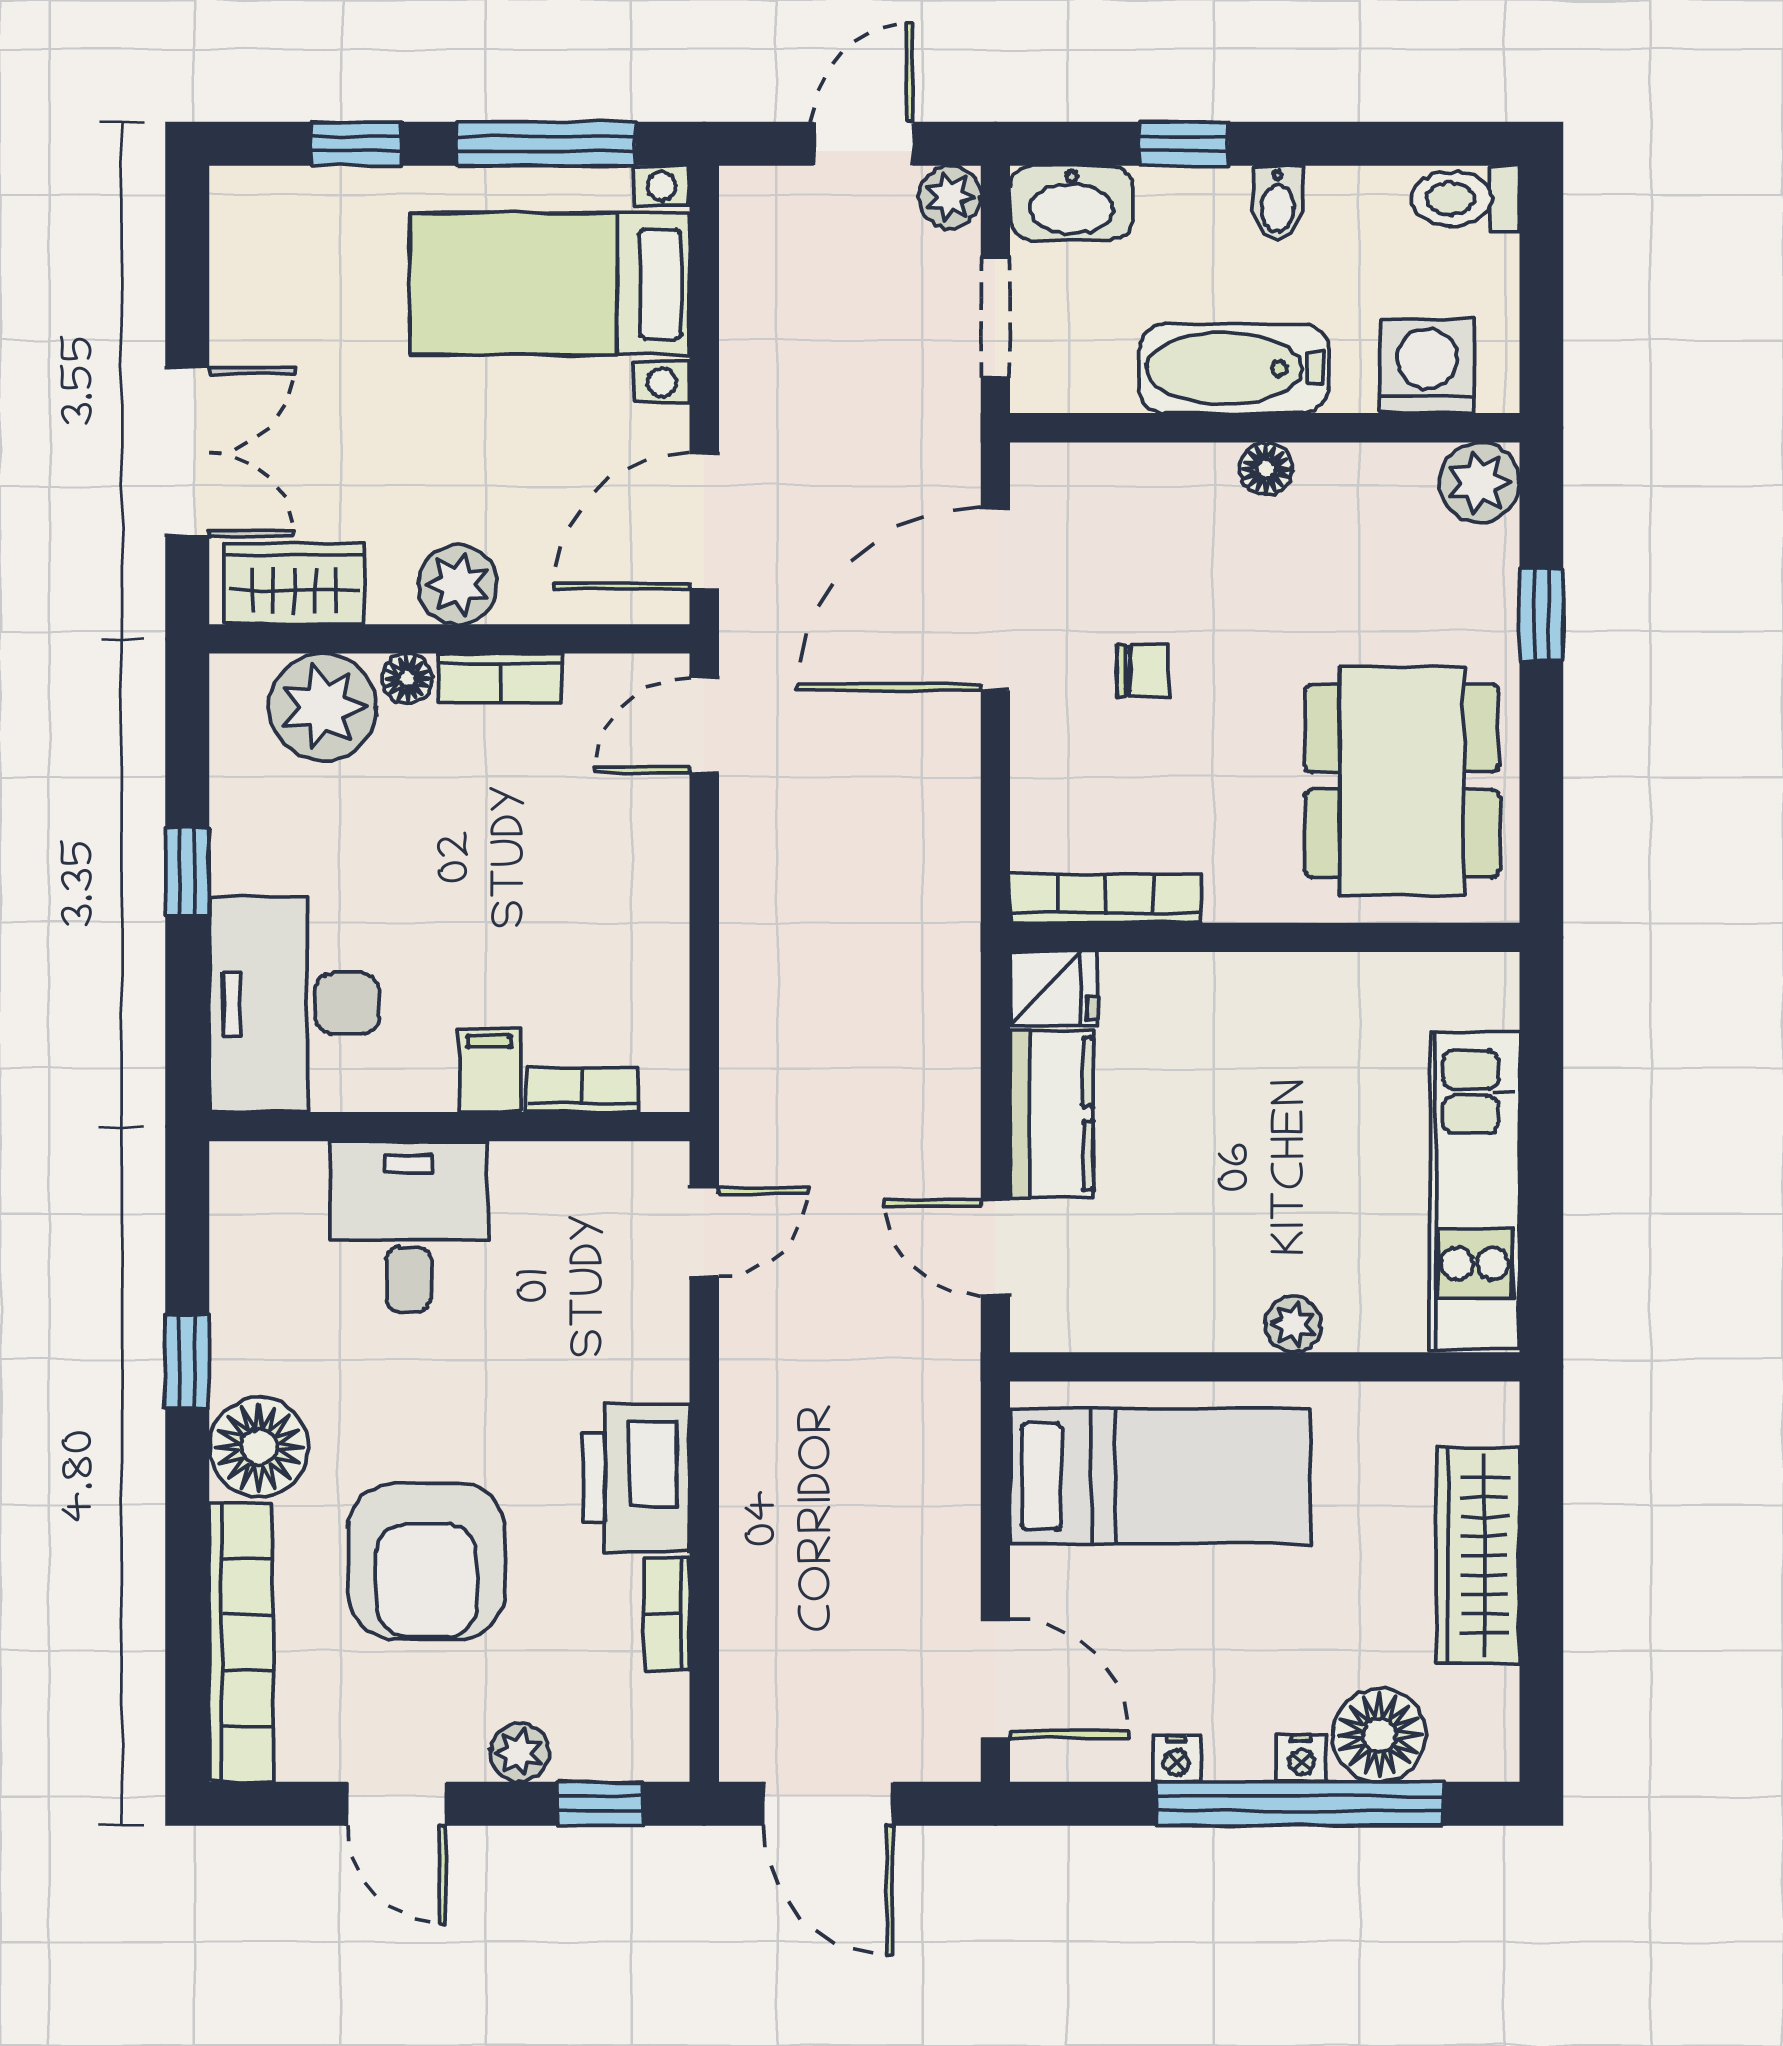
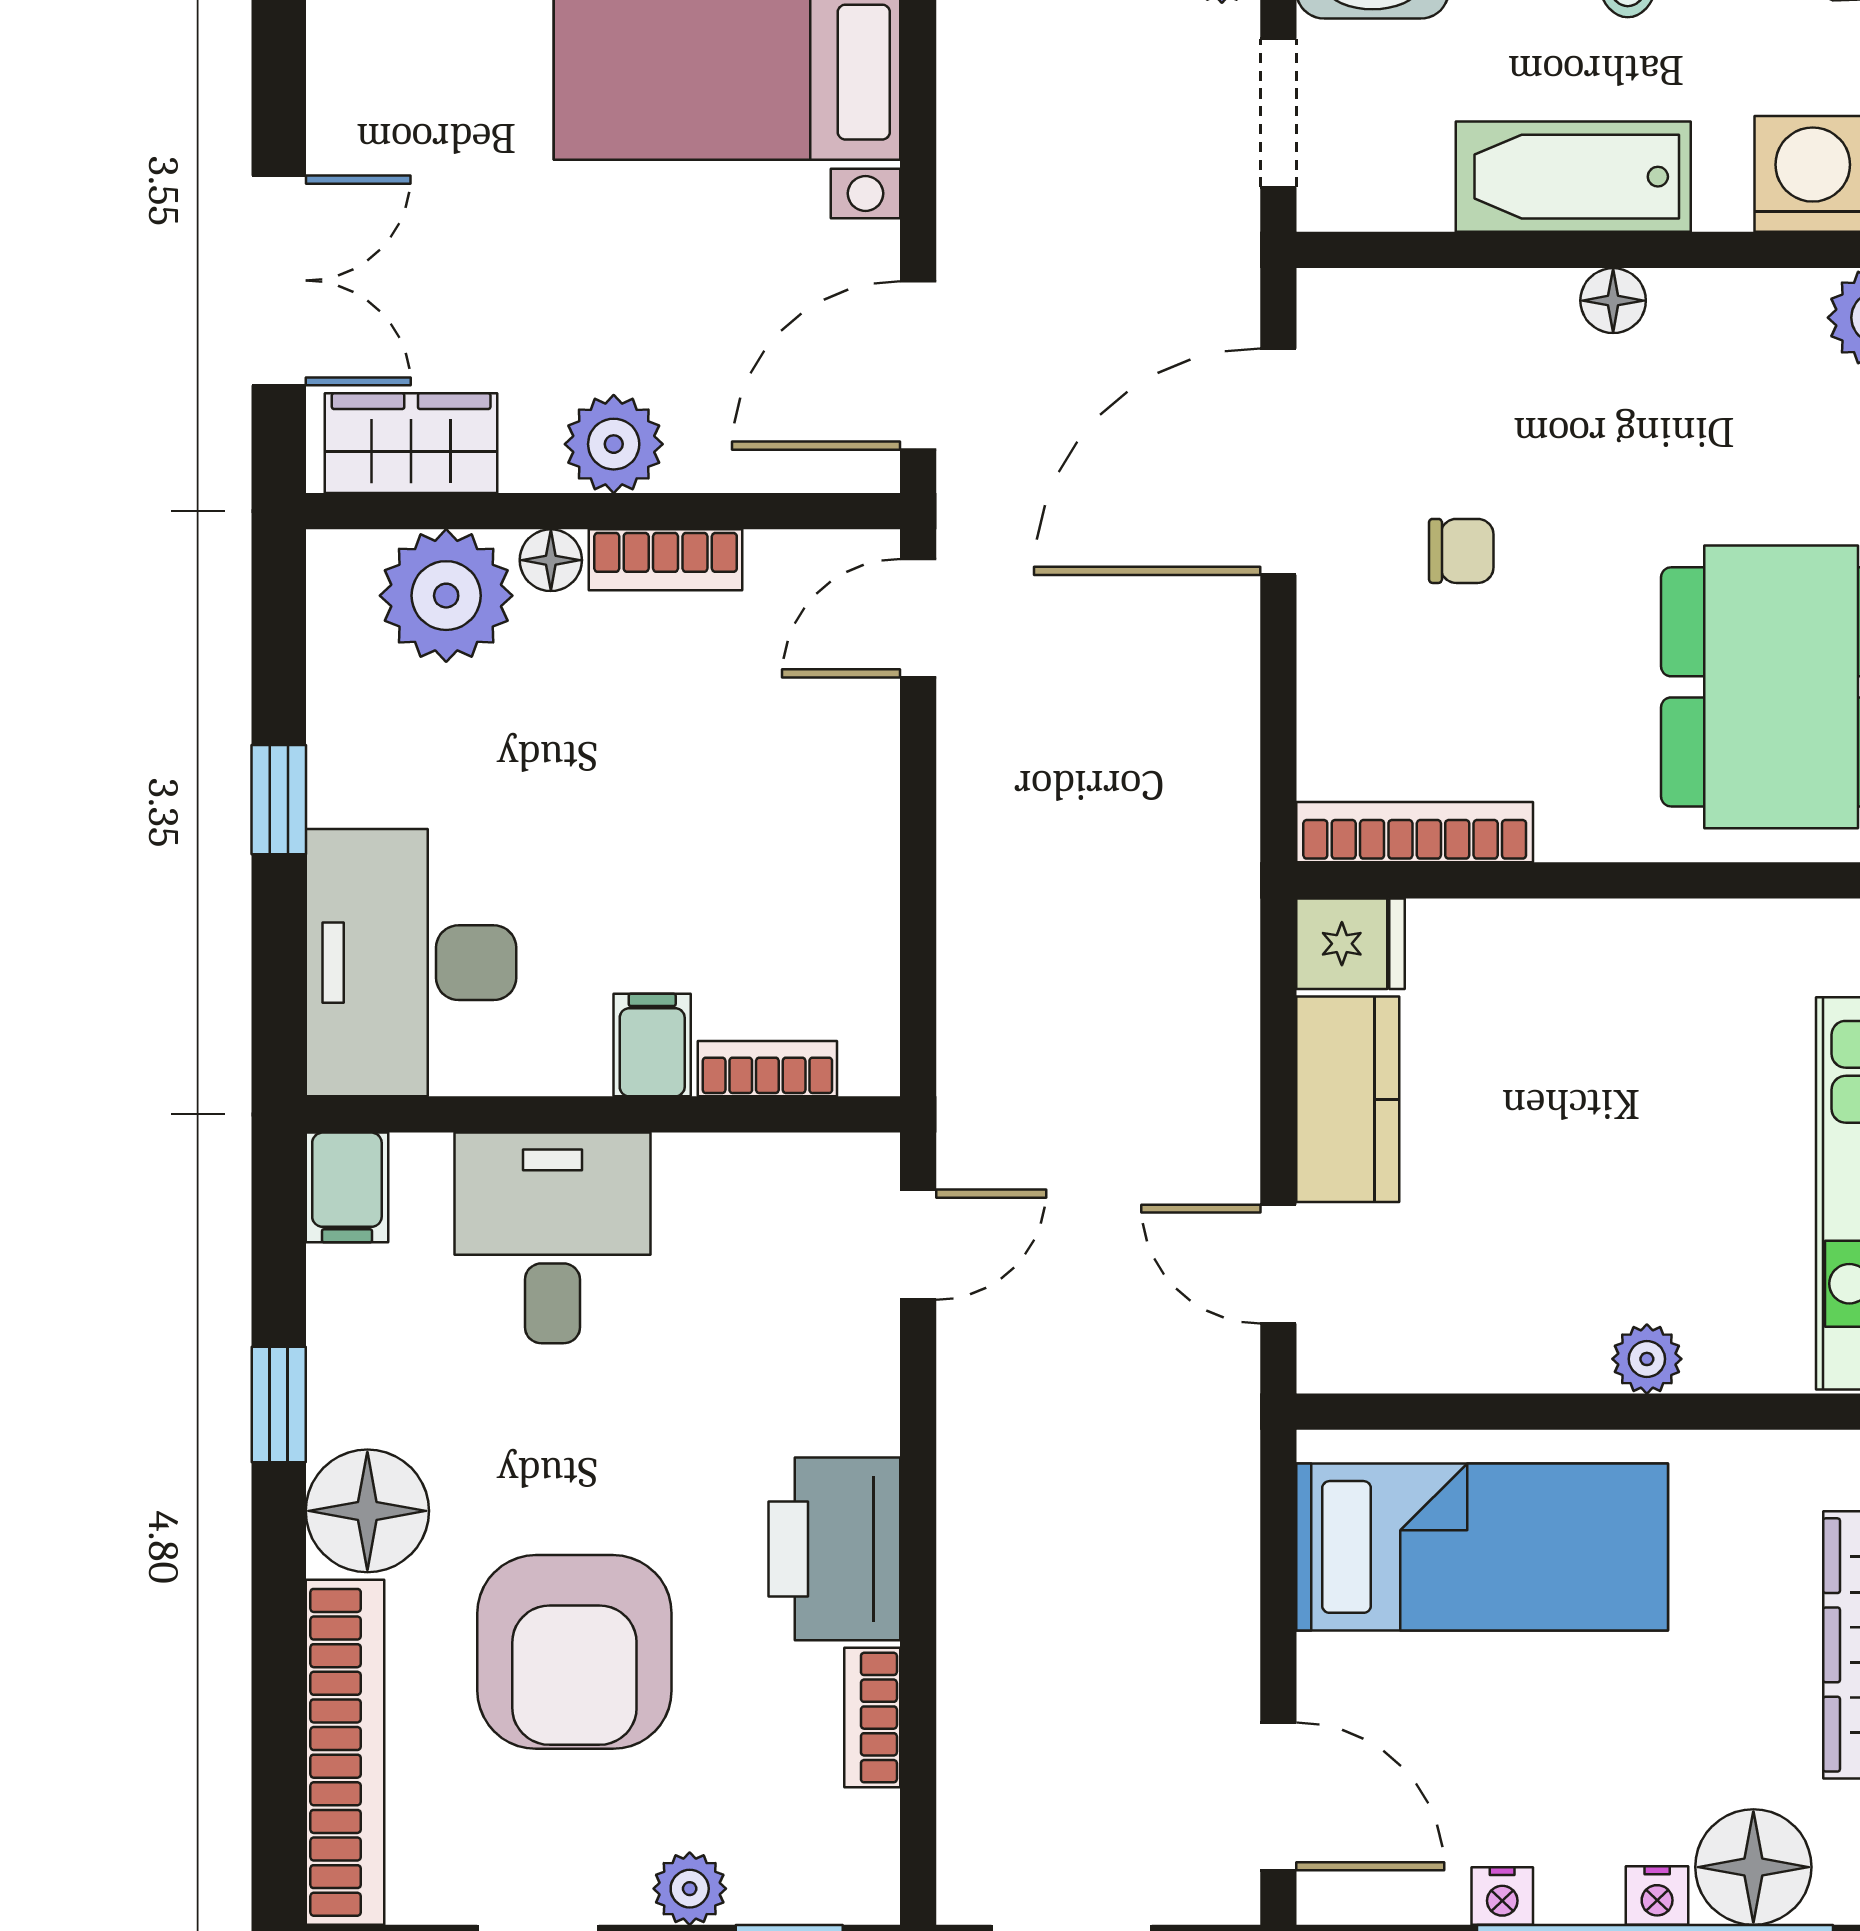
filing cabinet: (242, 1186) -> (347, 1187), added

